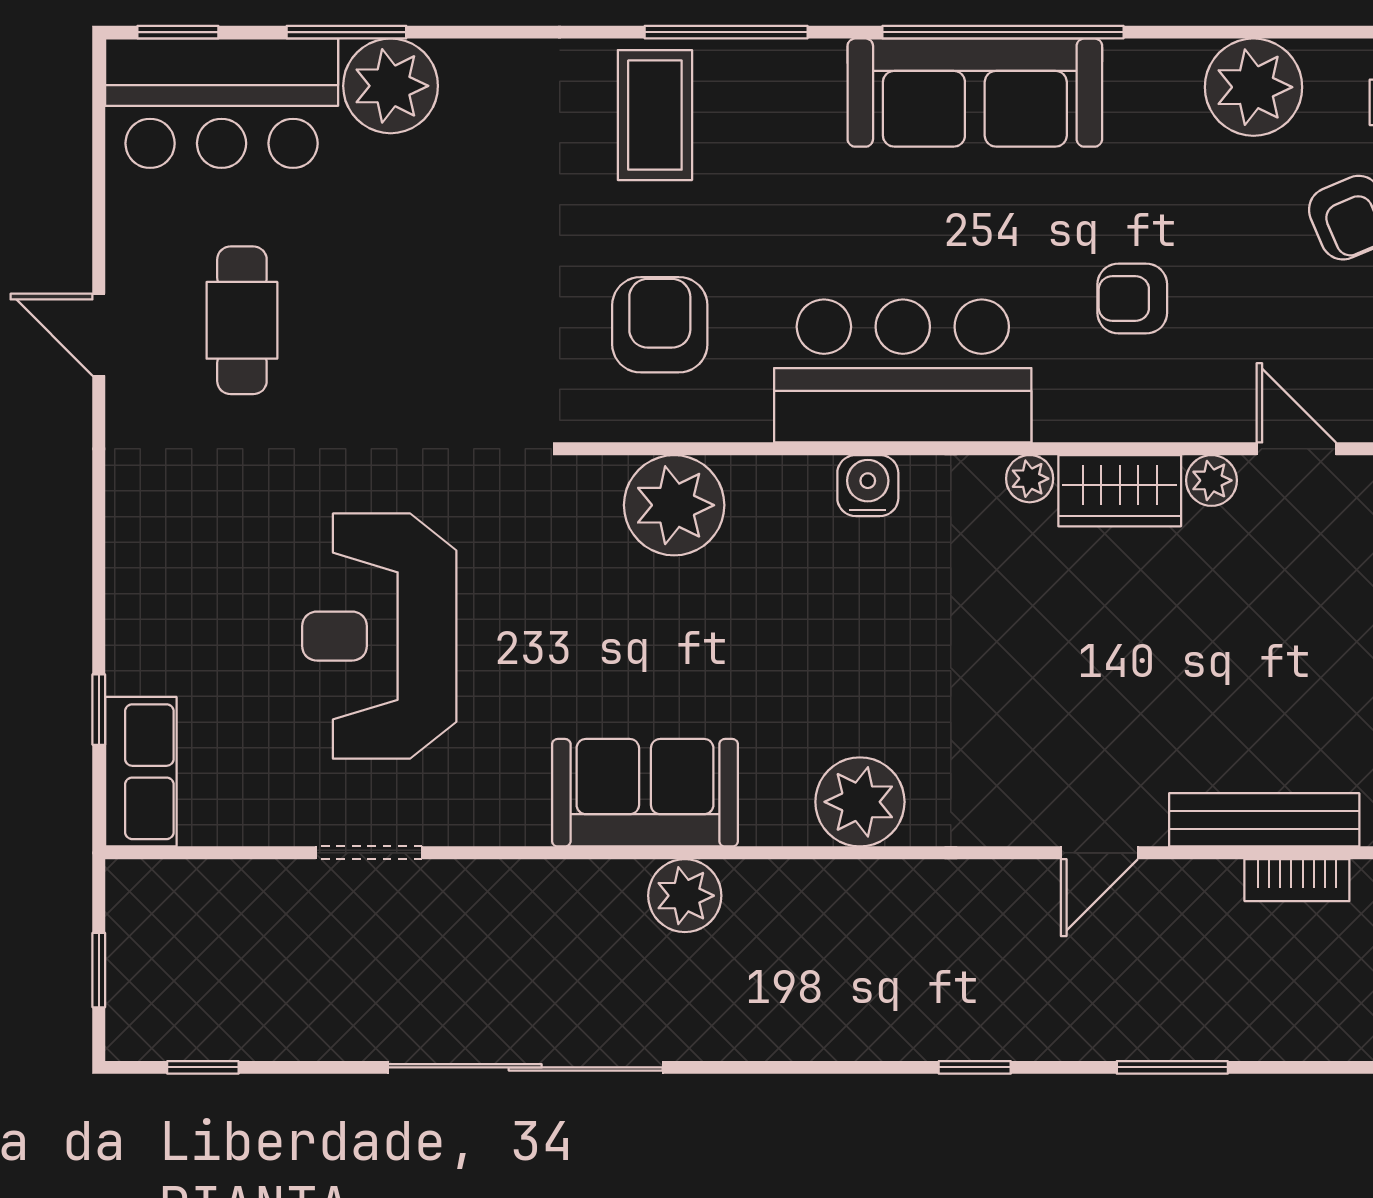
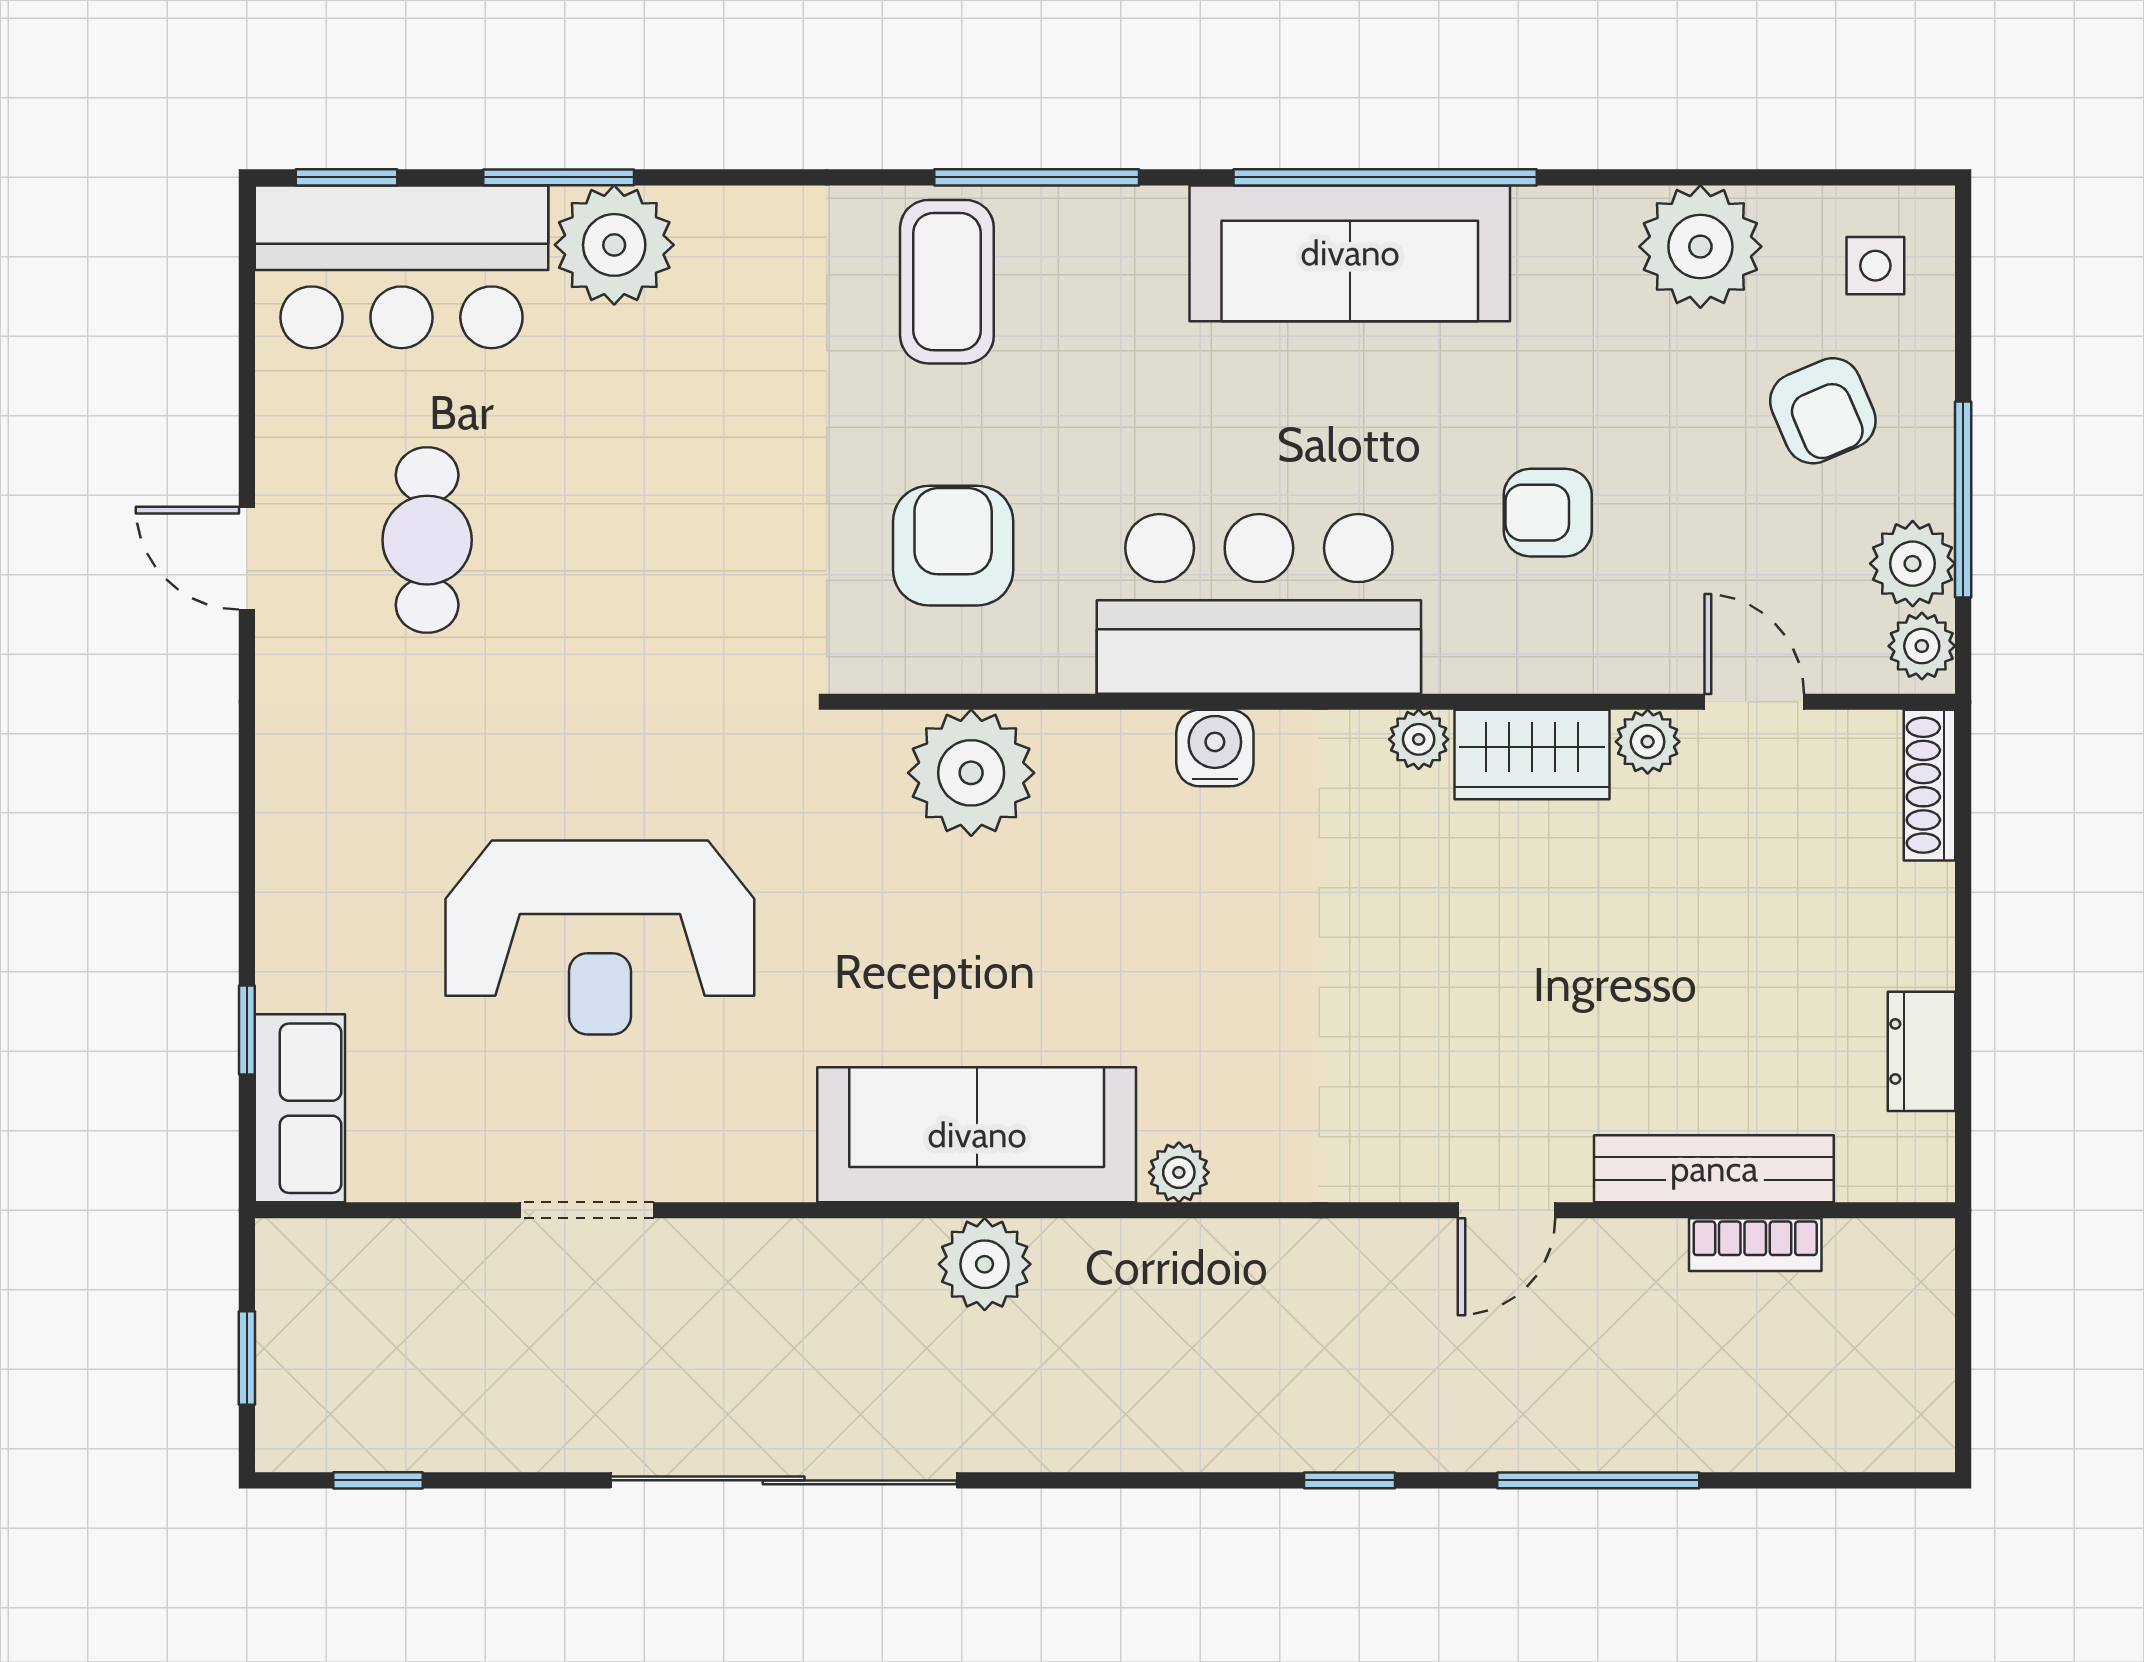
reception desk: (379, 636) -> (600, 938), turned -90
sofa: (645, 793) -> (977, 1135), width x1.36
plant: (860, 802) -> (1179, 1172), width x0.53, depth x0.53
window: (1172, 1067) -> (1598, 1480), width x1.44

